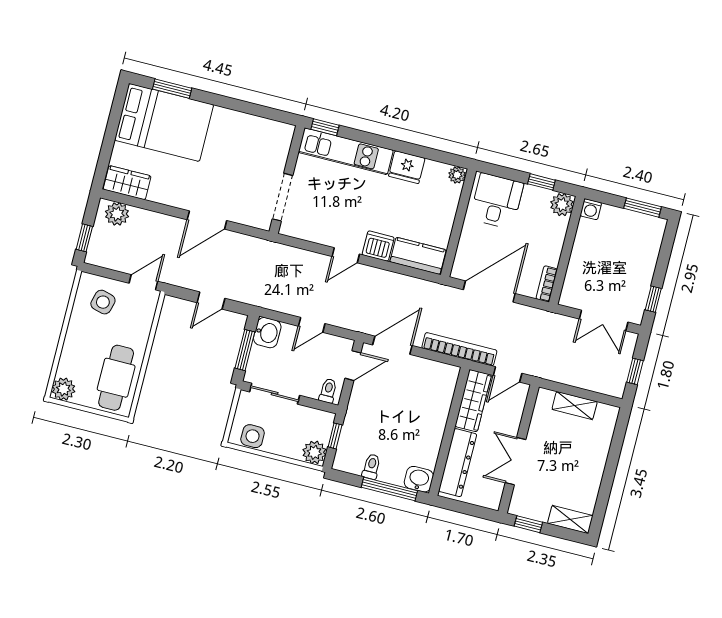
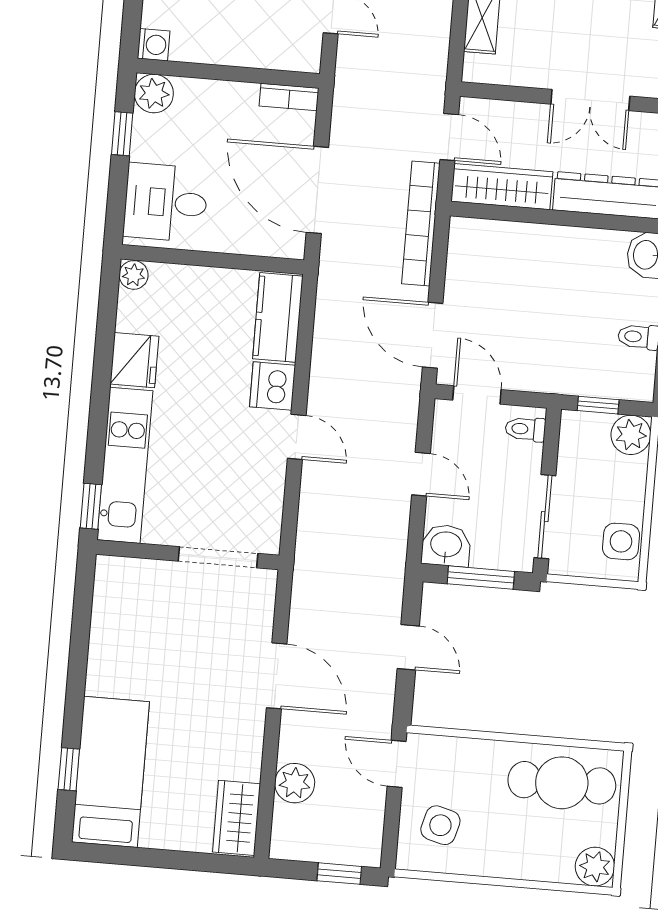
window: (172, 89) -> (69, 769), width x0.67
bed: (164, 122) -> (110, 772), width x0.67
plant: (117, 214) -> (295, 783), moved

